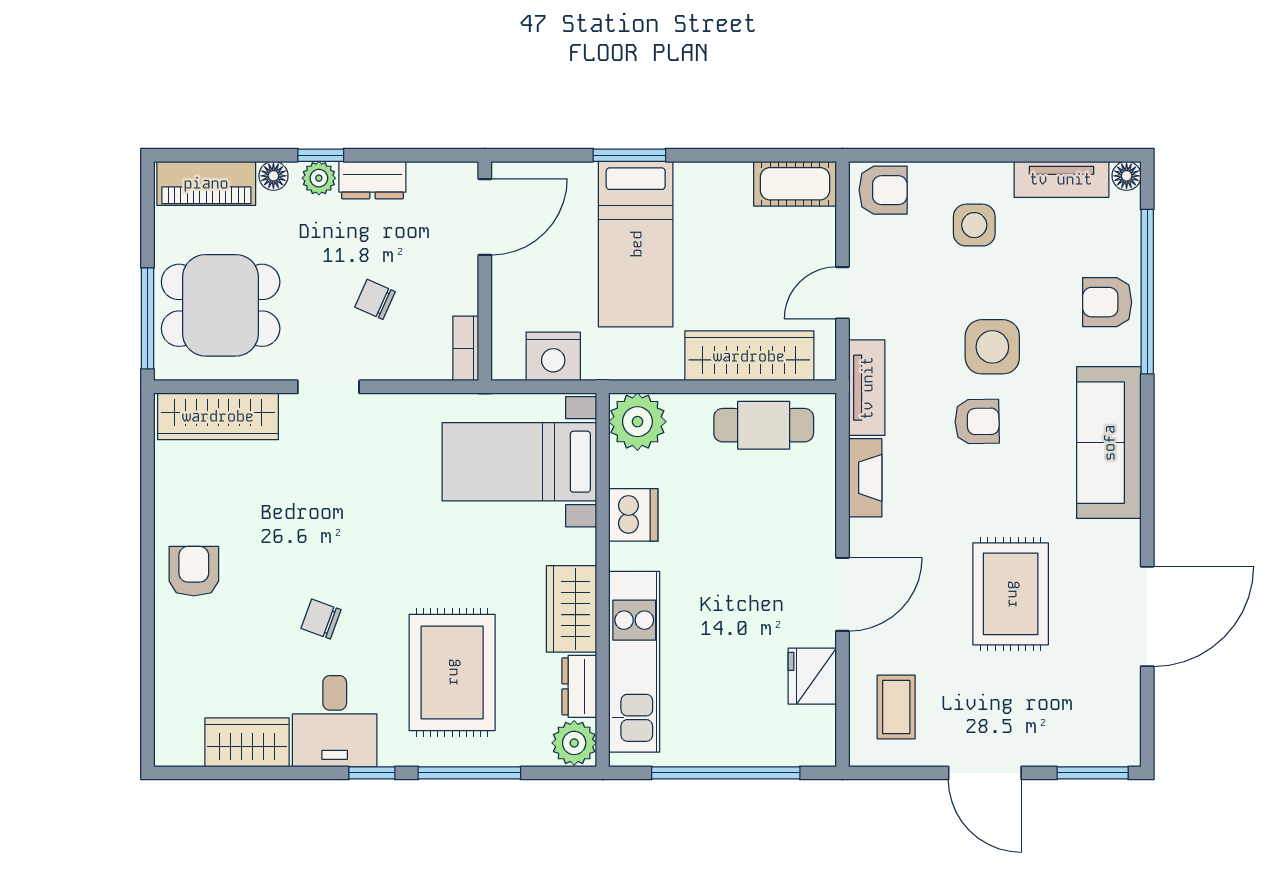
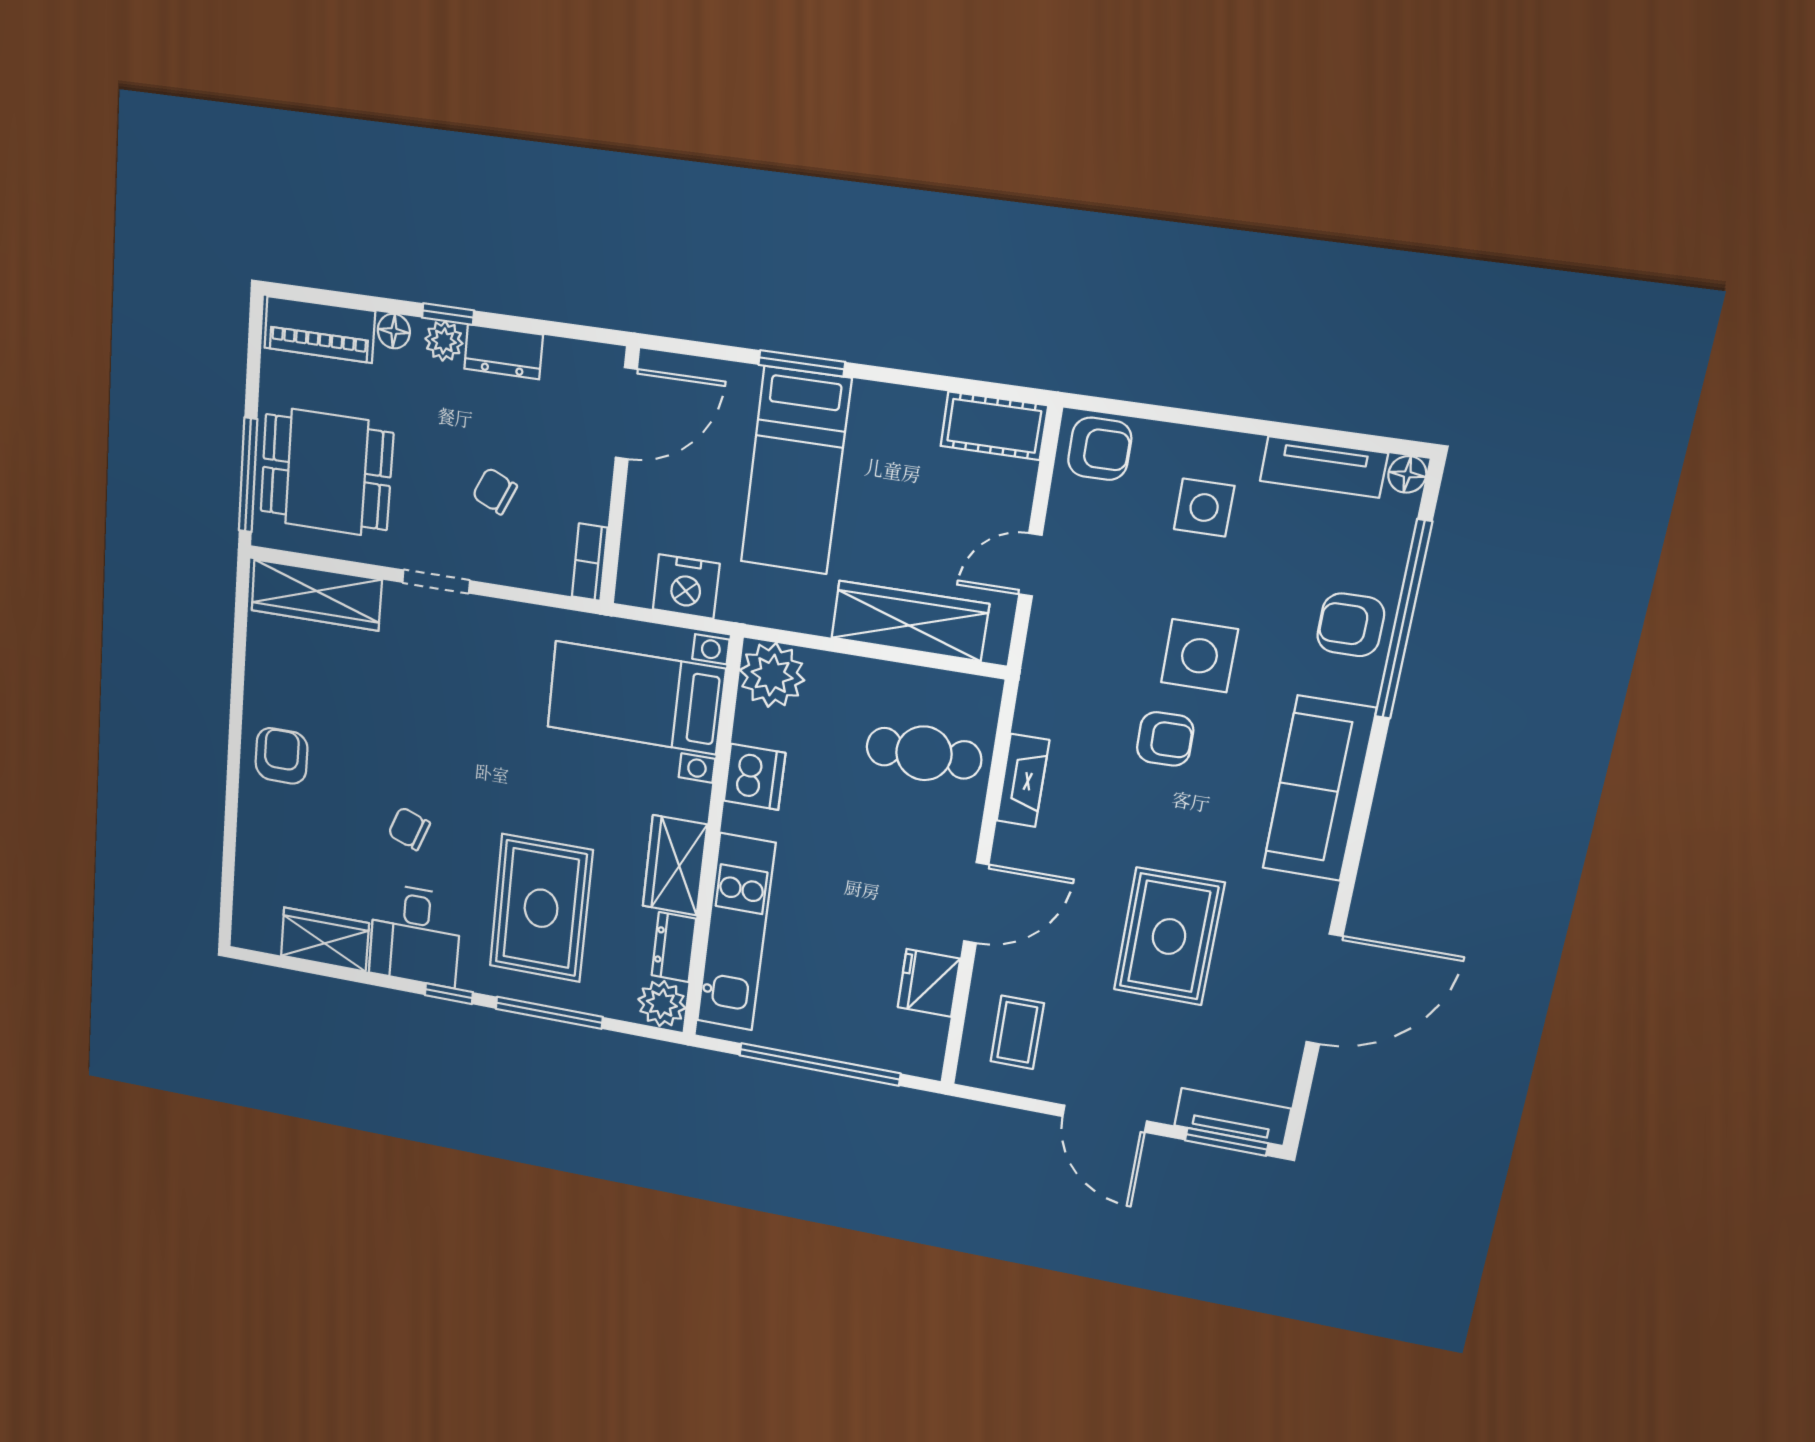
tv unit: (867, 388) -> (1232, 1117), moved, turned -90
cafe table: (764, 425) -> (924, 753), moved

